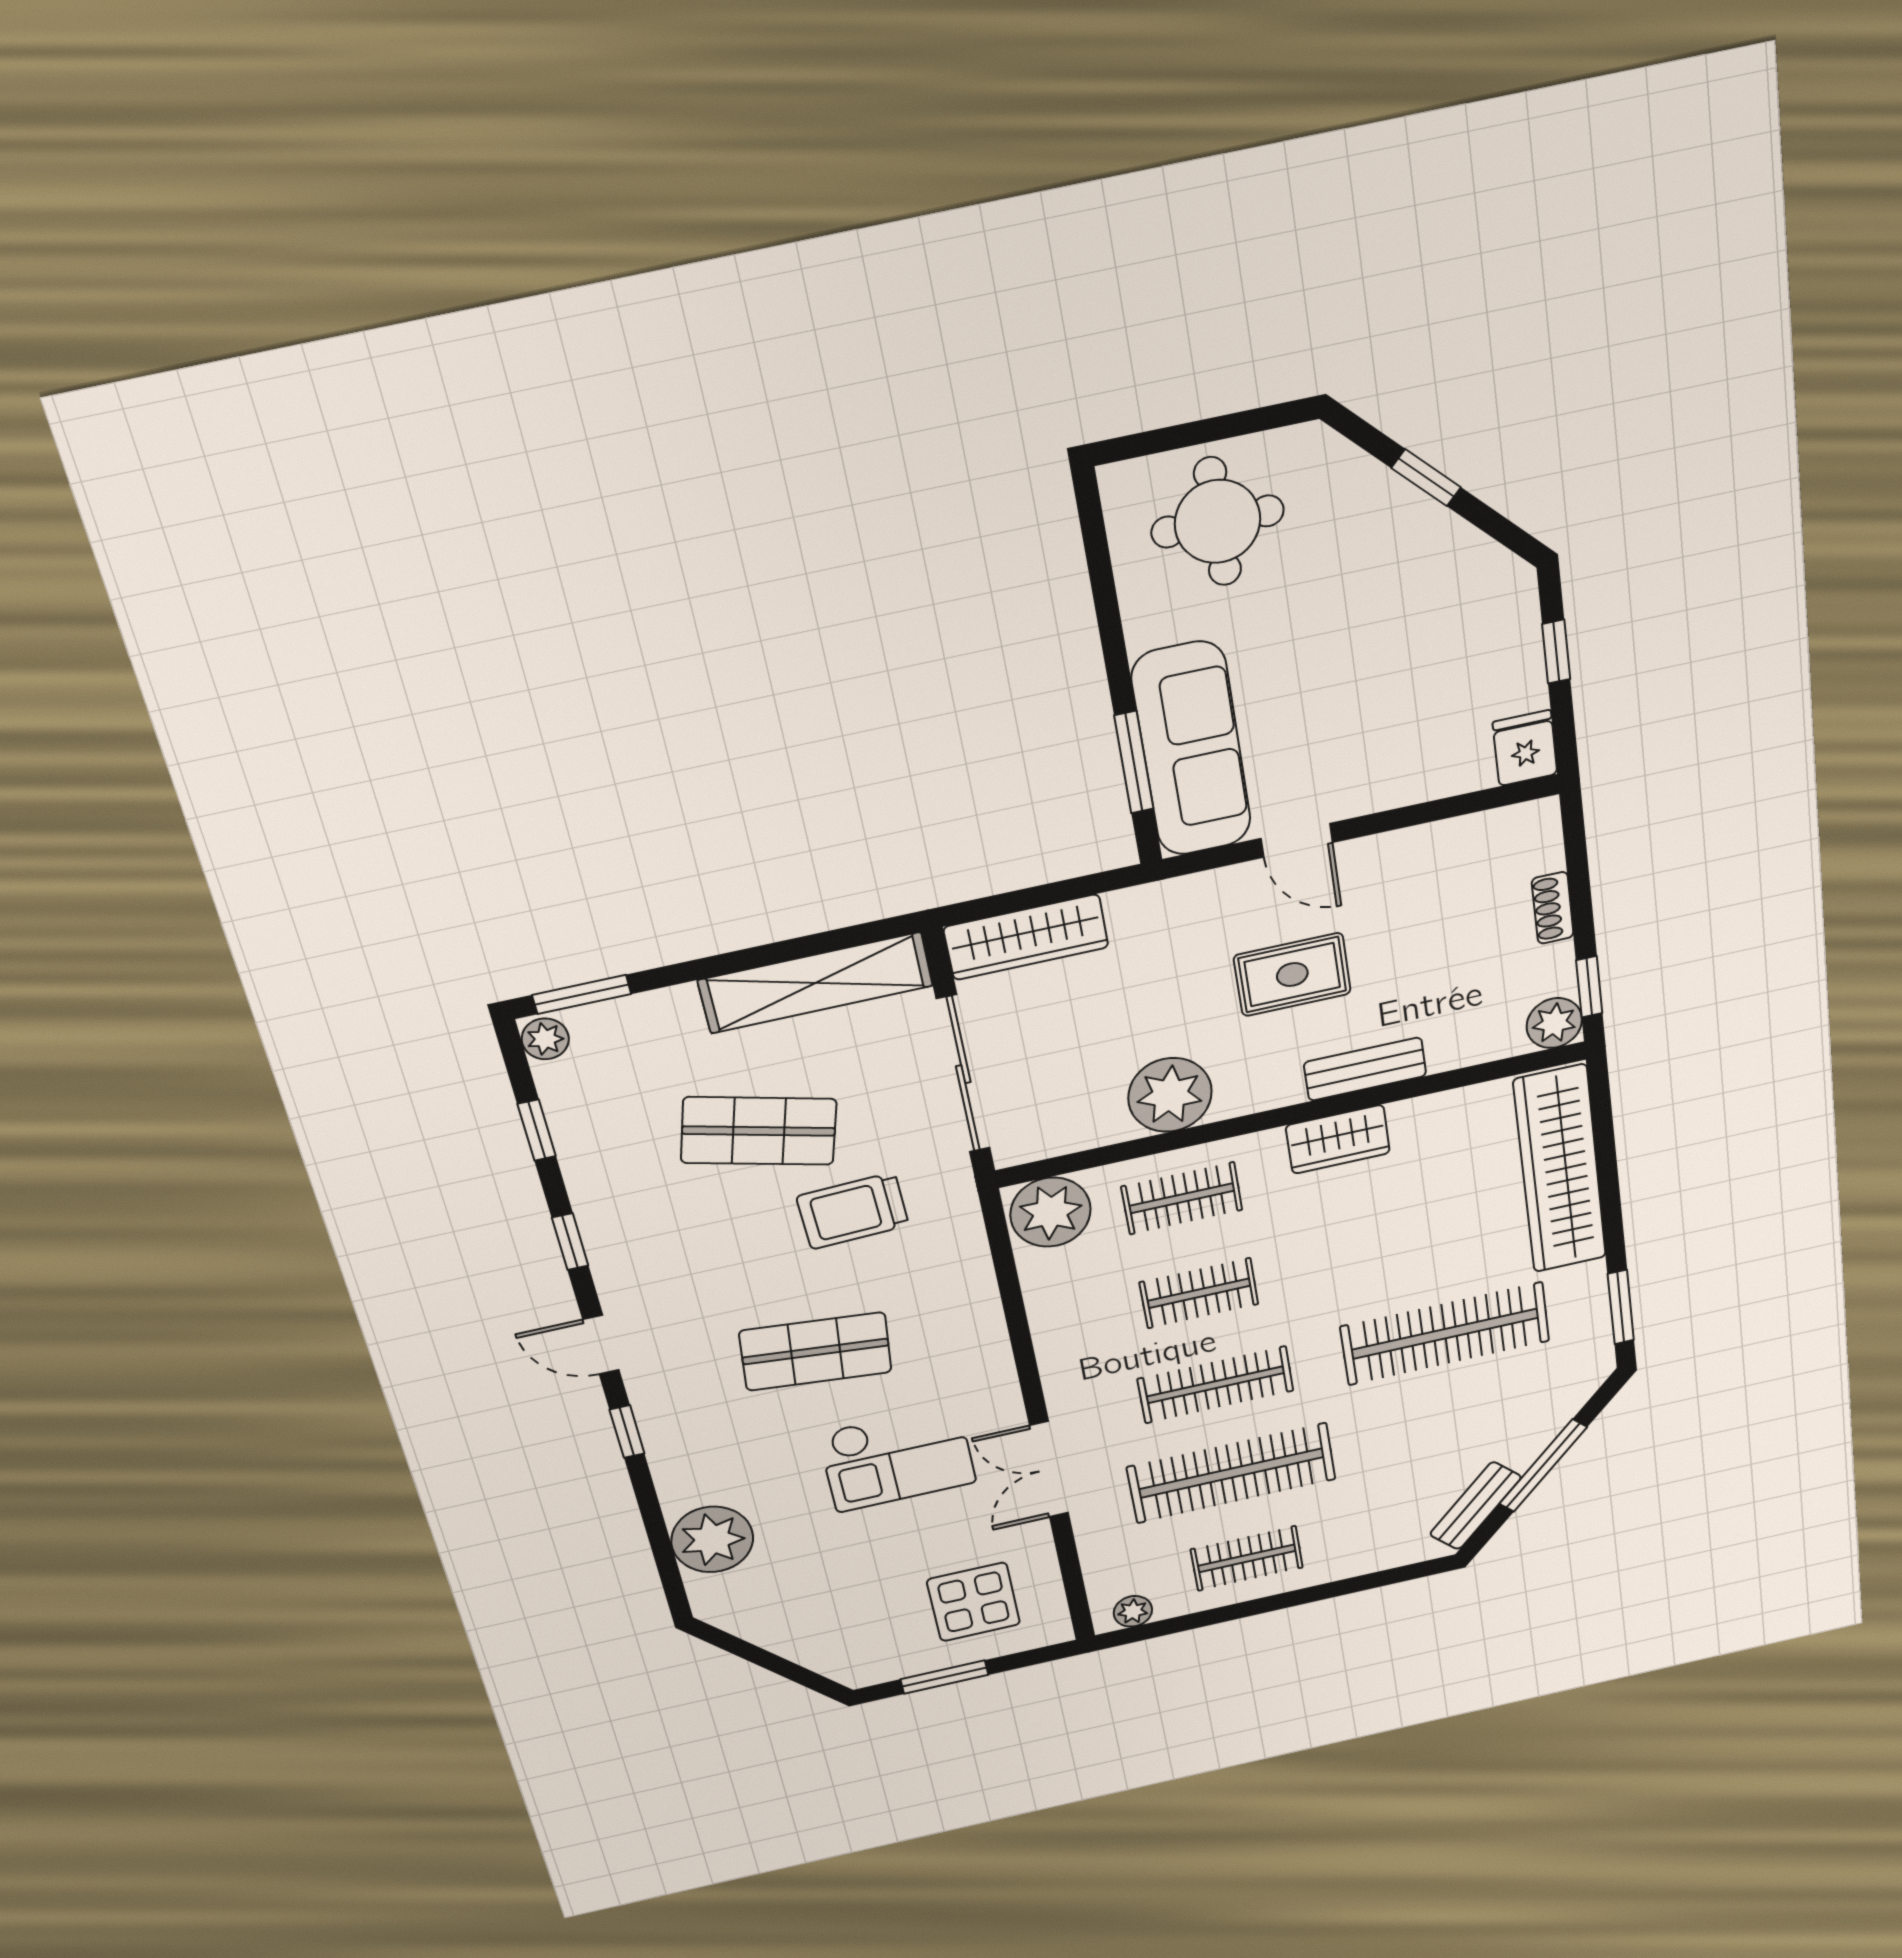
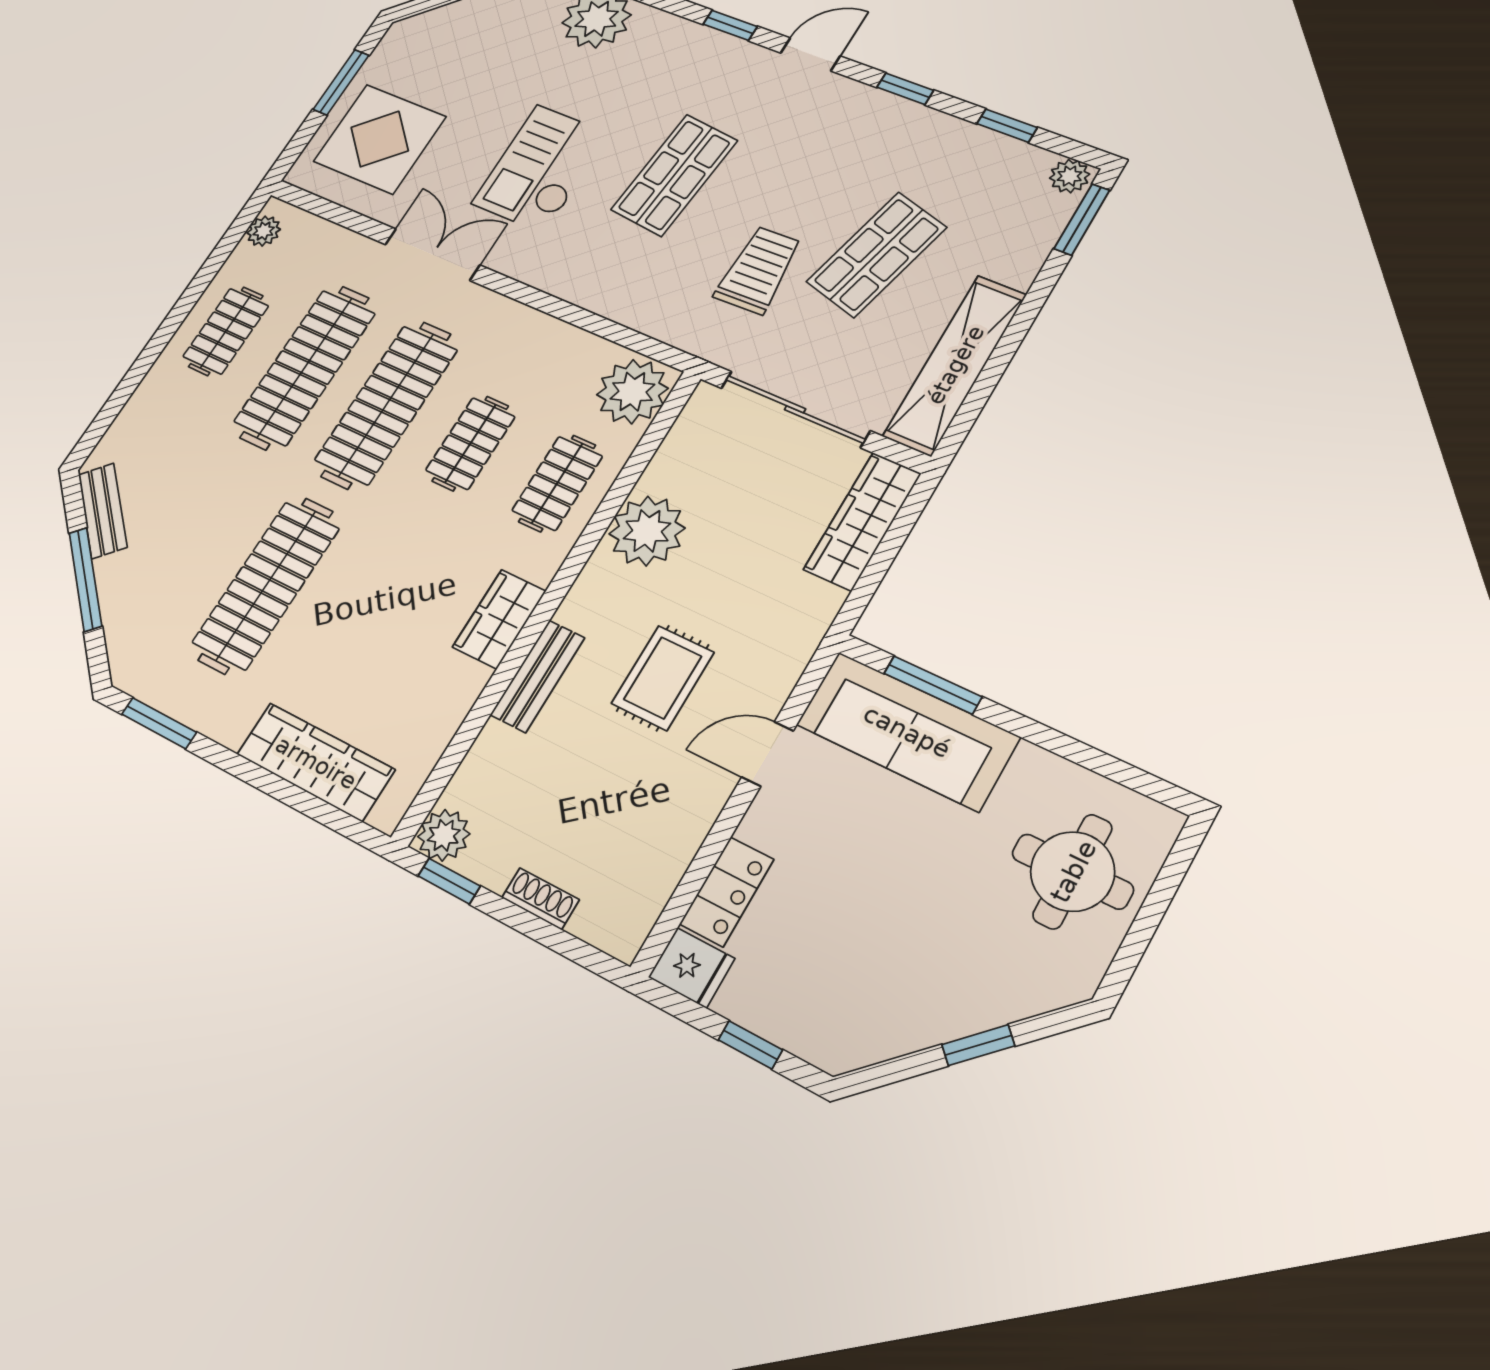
locker: (1440, 774) -> (727, 892), added
wardrobe: (1560, 1169) -> (316, 762), width x0.71, depth x0.85
clothes rail: (1215, 1385) -> (386, 405), width x1.37, depth x1.31
display table: (974, 1602) -> (380, 139), width x1.36, depth x1.36

